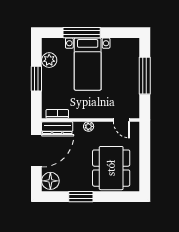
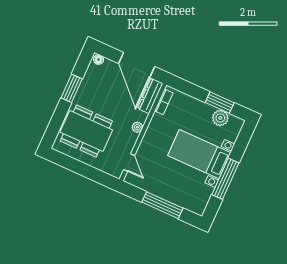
window: (82, 33) -> (225, 179), moved
window: (36, 79) -> (220, 103), moved
door: (121, 120) -> (129, 162), swing flipped
floor lamp: (50, 181) -> (98, 60), width x0.53, depth x0.53

